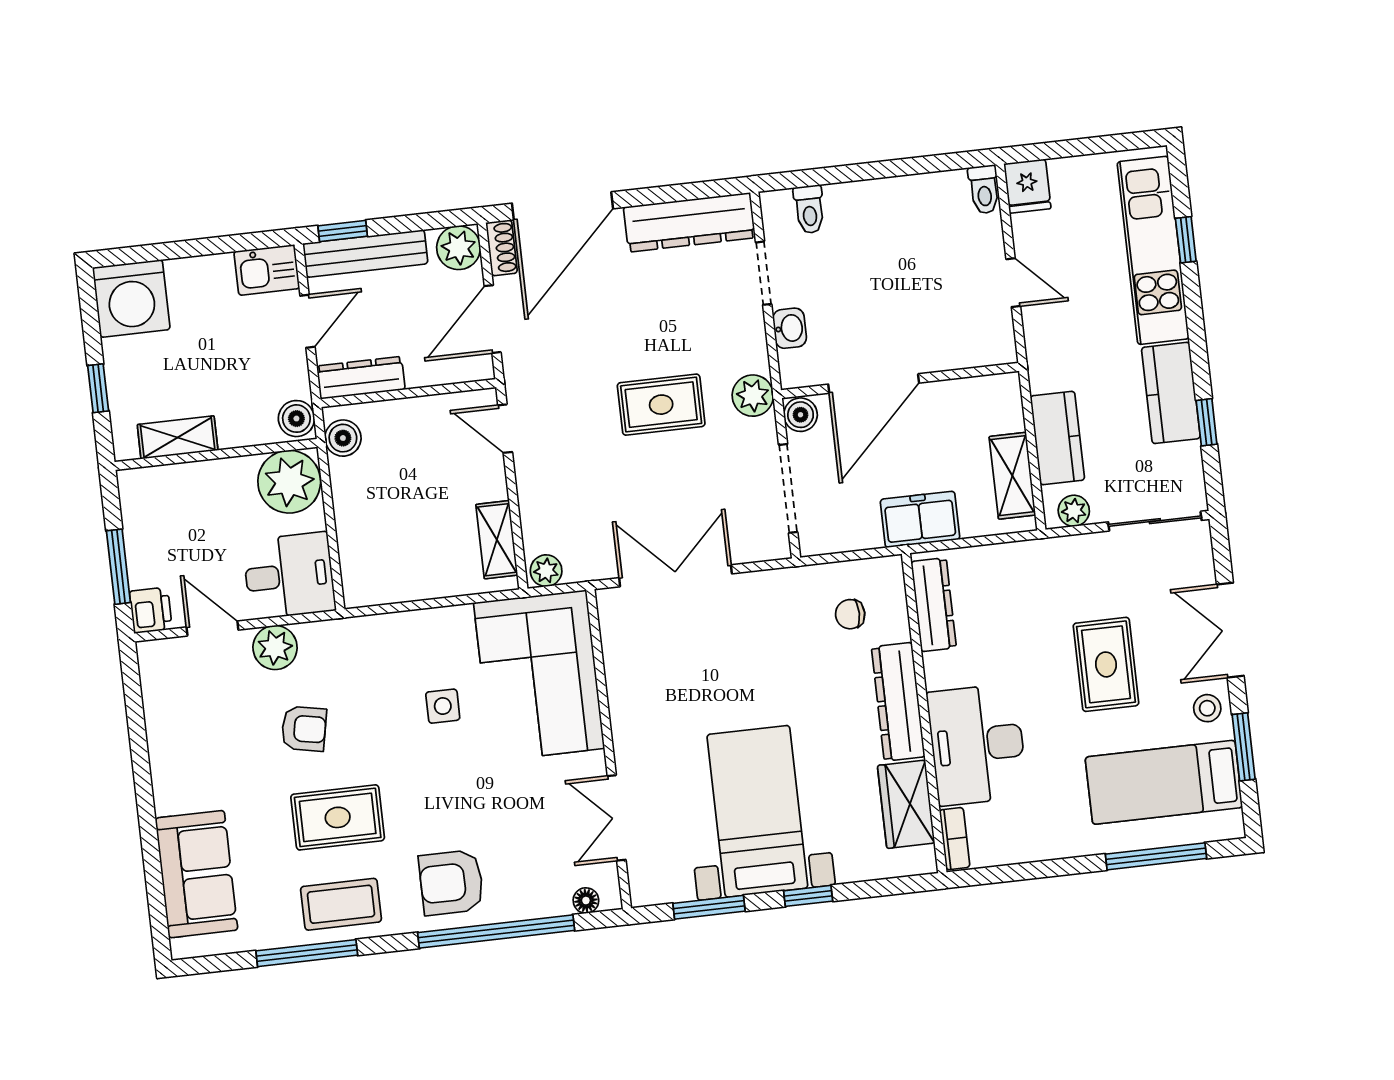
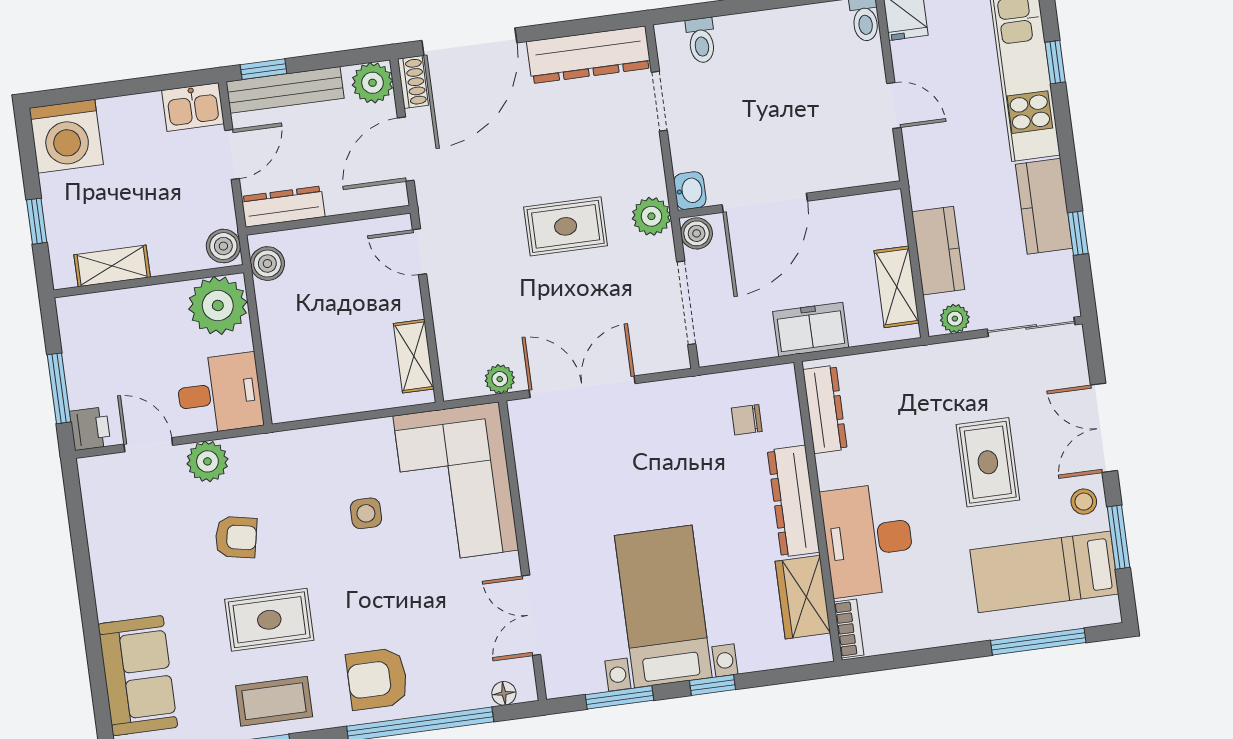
washbasin: (790, 328) -> (690, 191), moved
plant: (546, 571) -> (500, 379), moved

